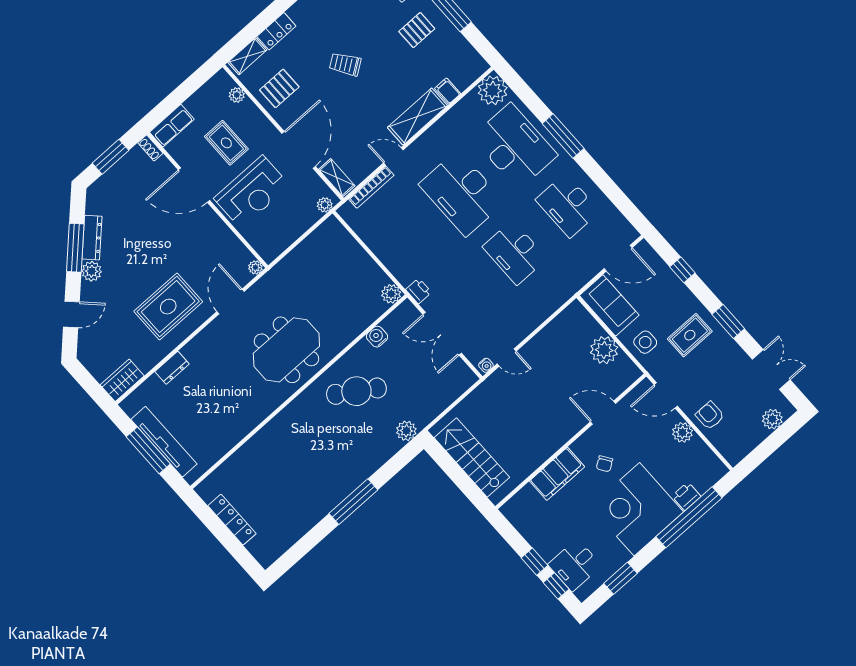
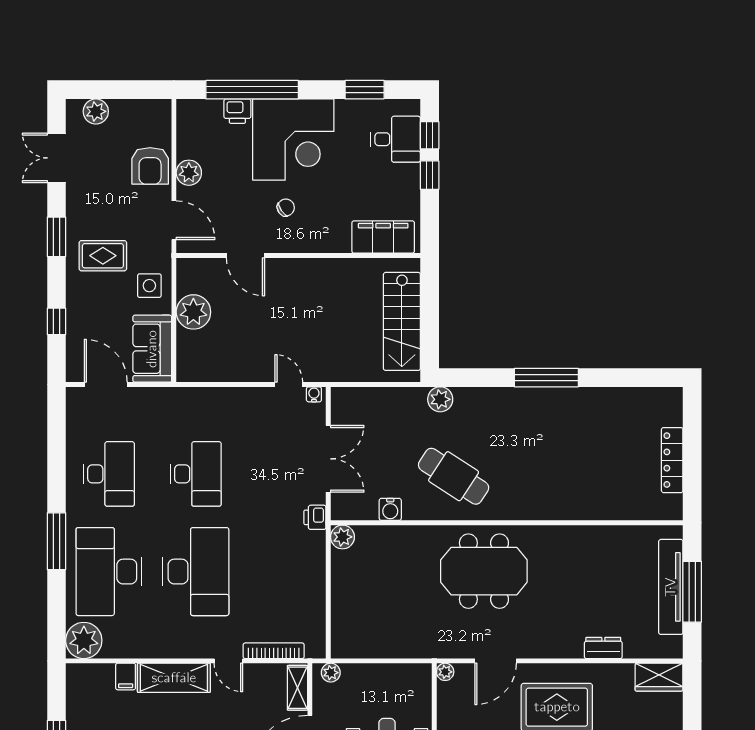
armchair: (710, 416) -> (150, 166), width x1.38, depth x1.38
filing cabinet: (557, 474) -> (383, 237), moved

